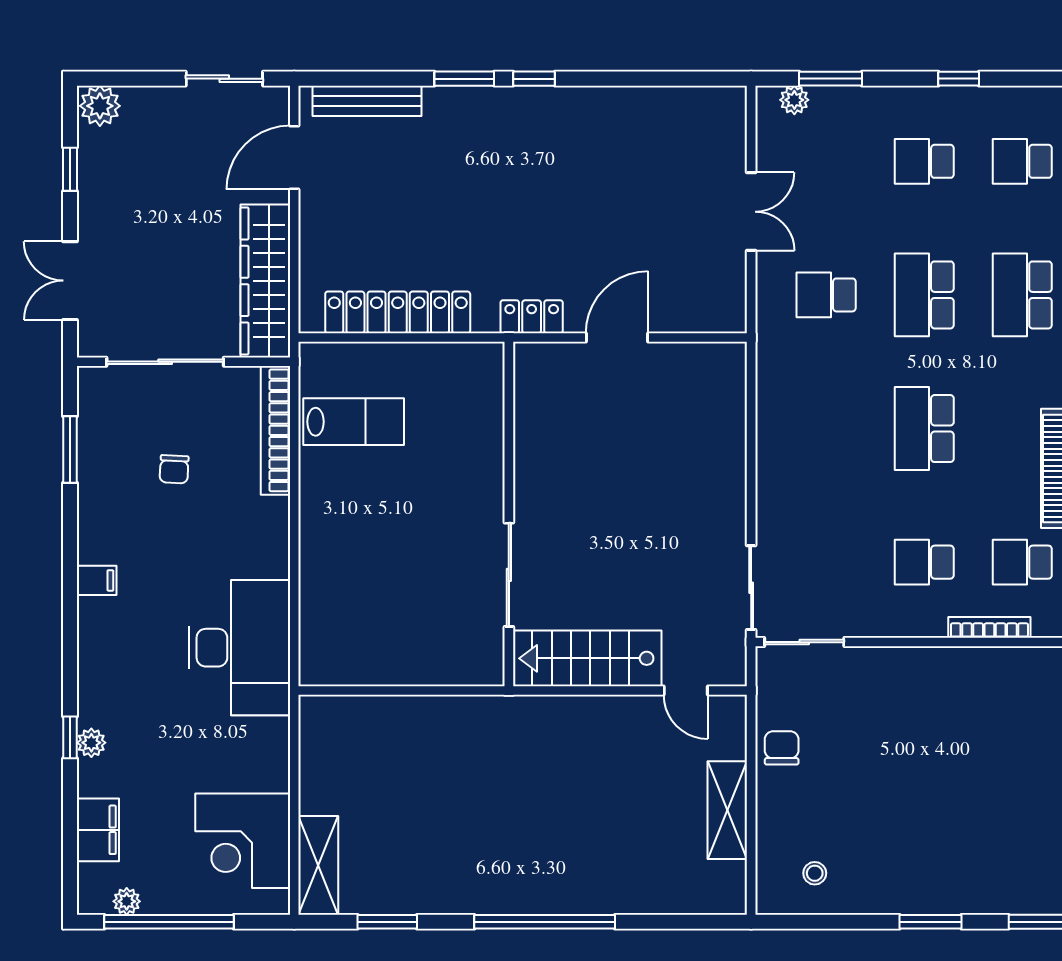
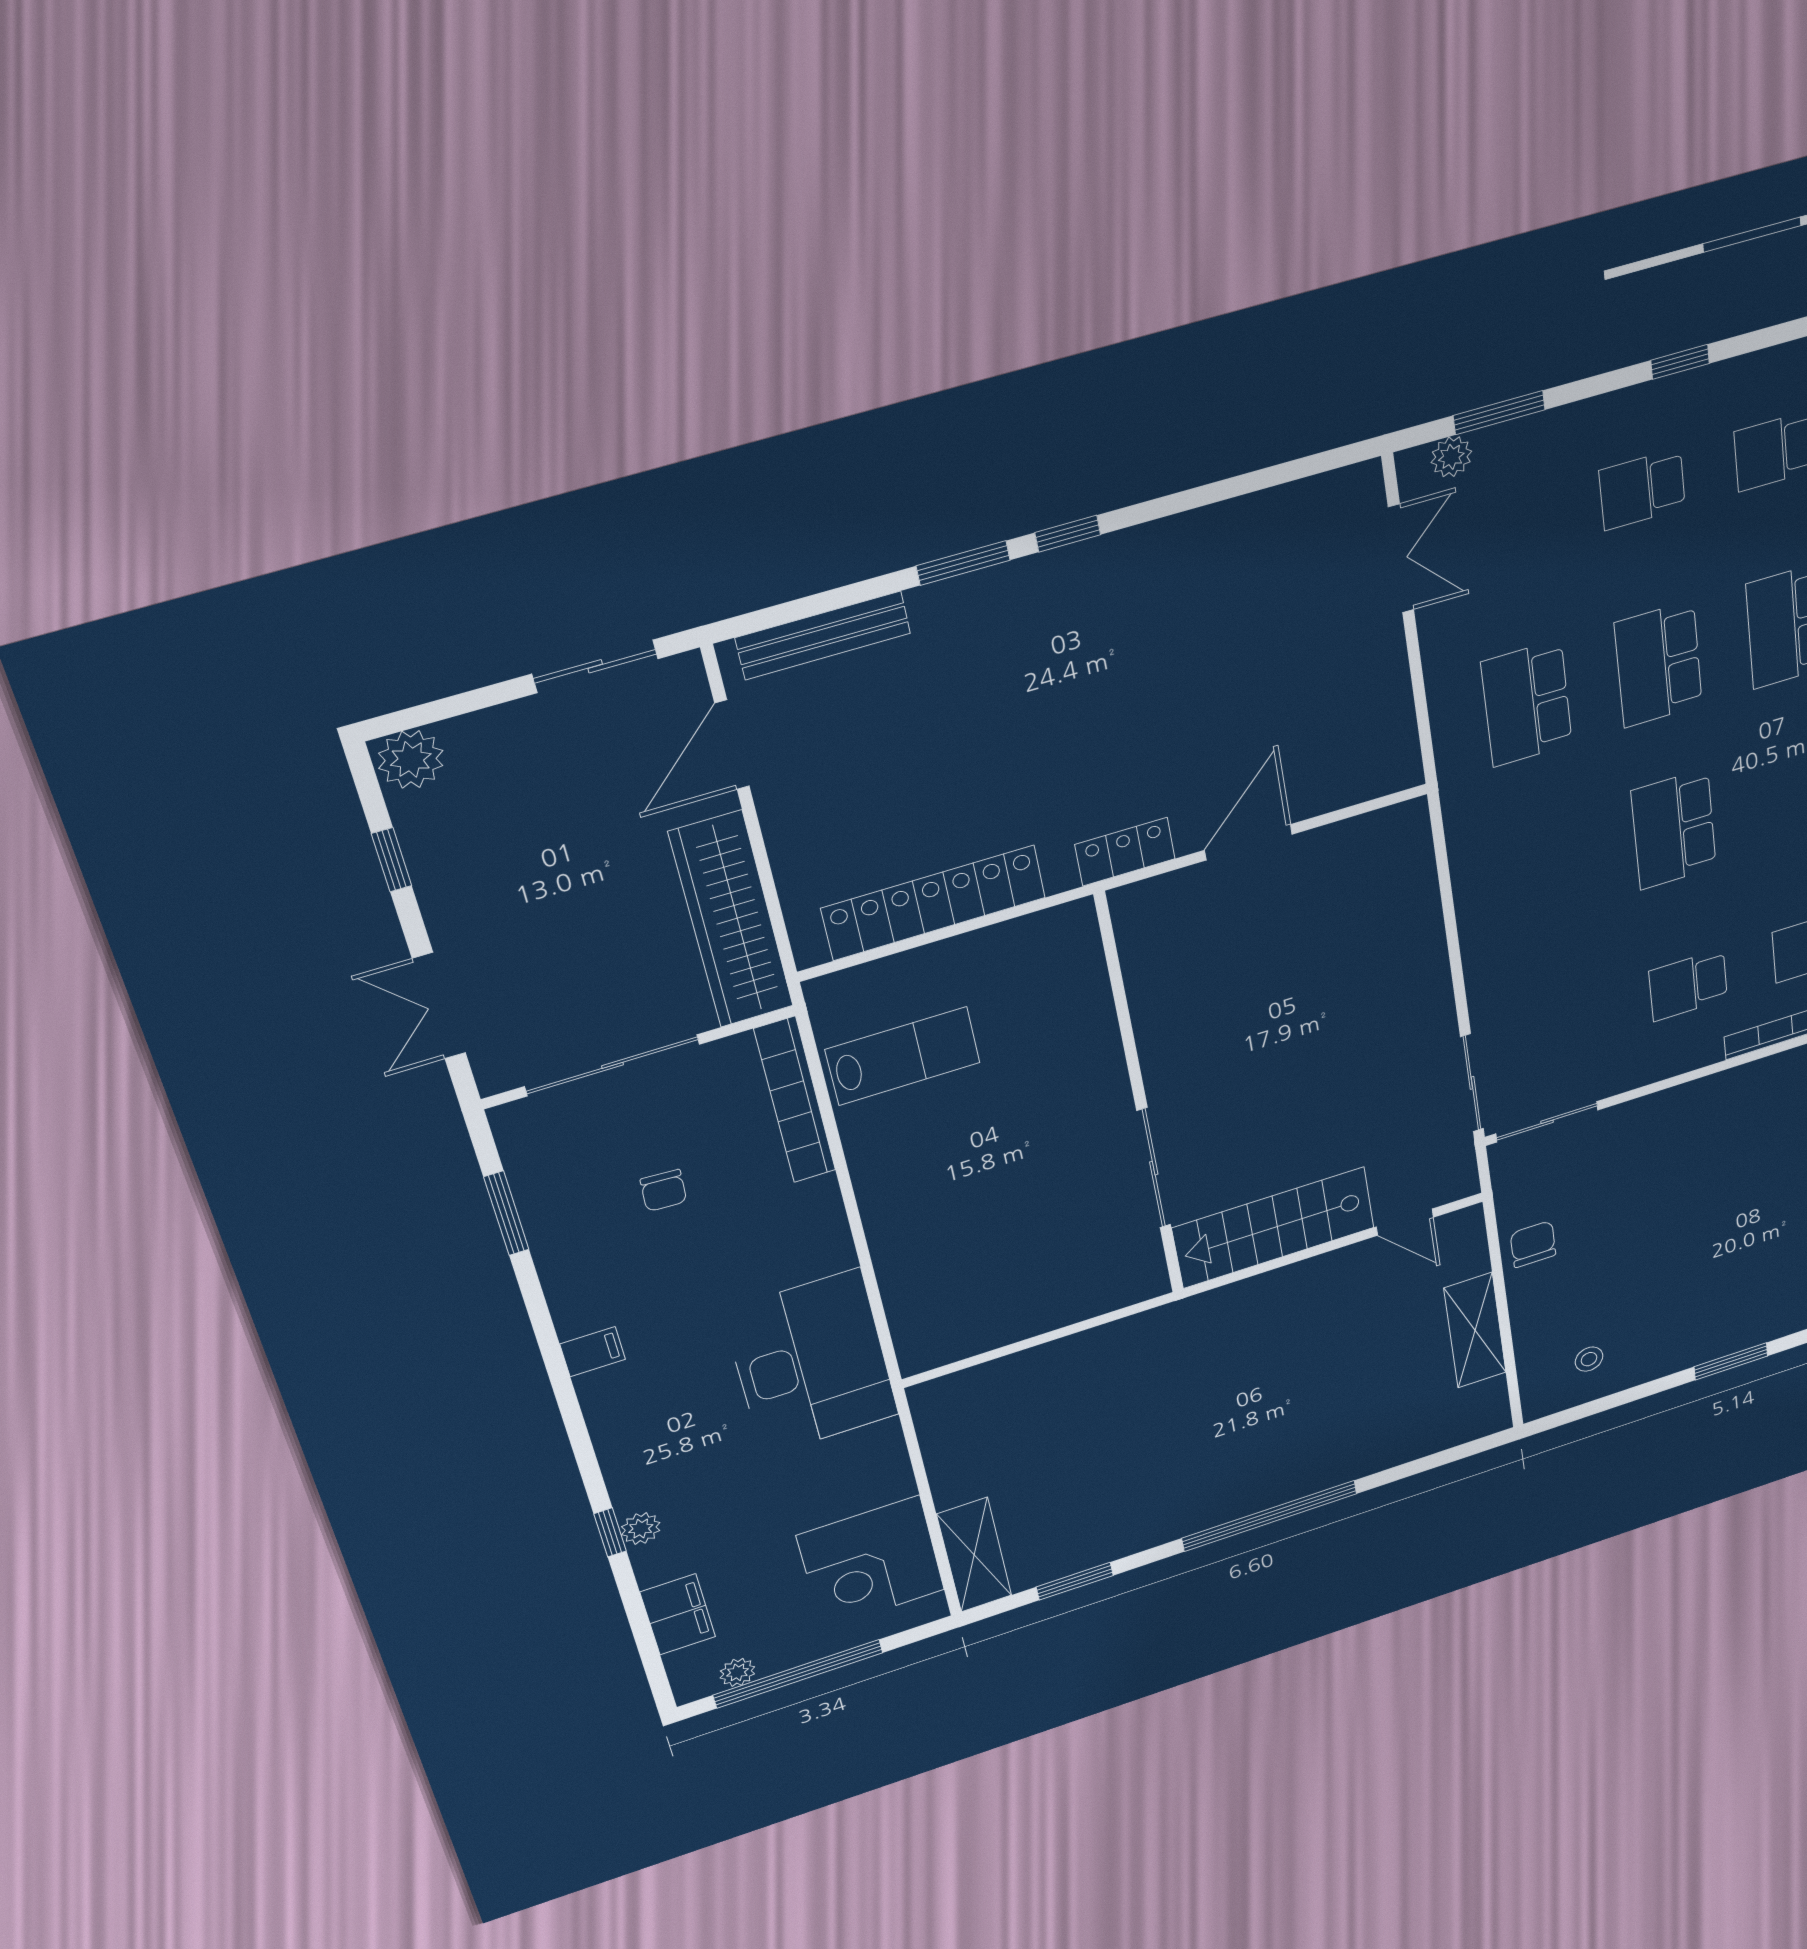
double door: (751, 212) -> (1401, 559), moved
school desk: (826, 295) -> (1527, 703), width x1.85

